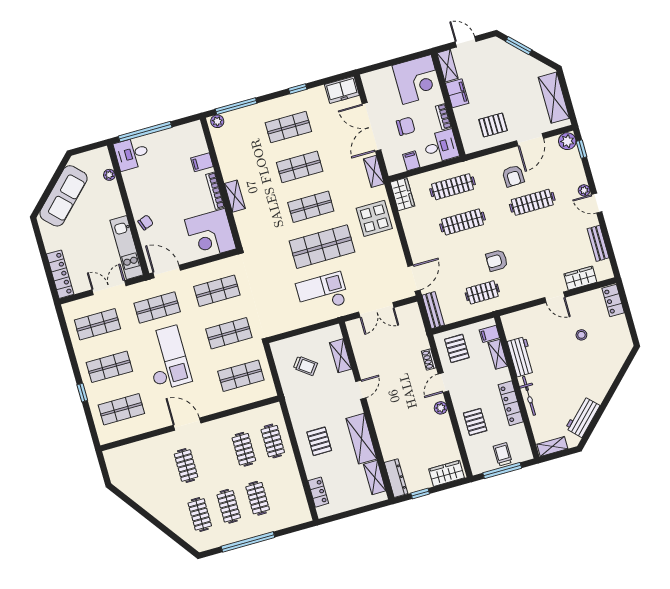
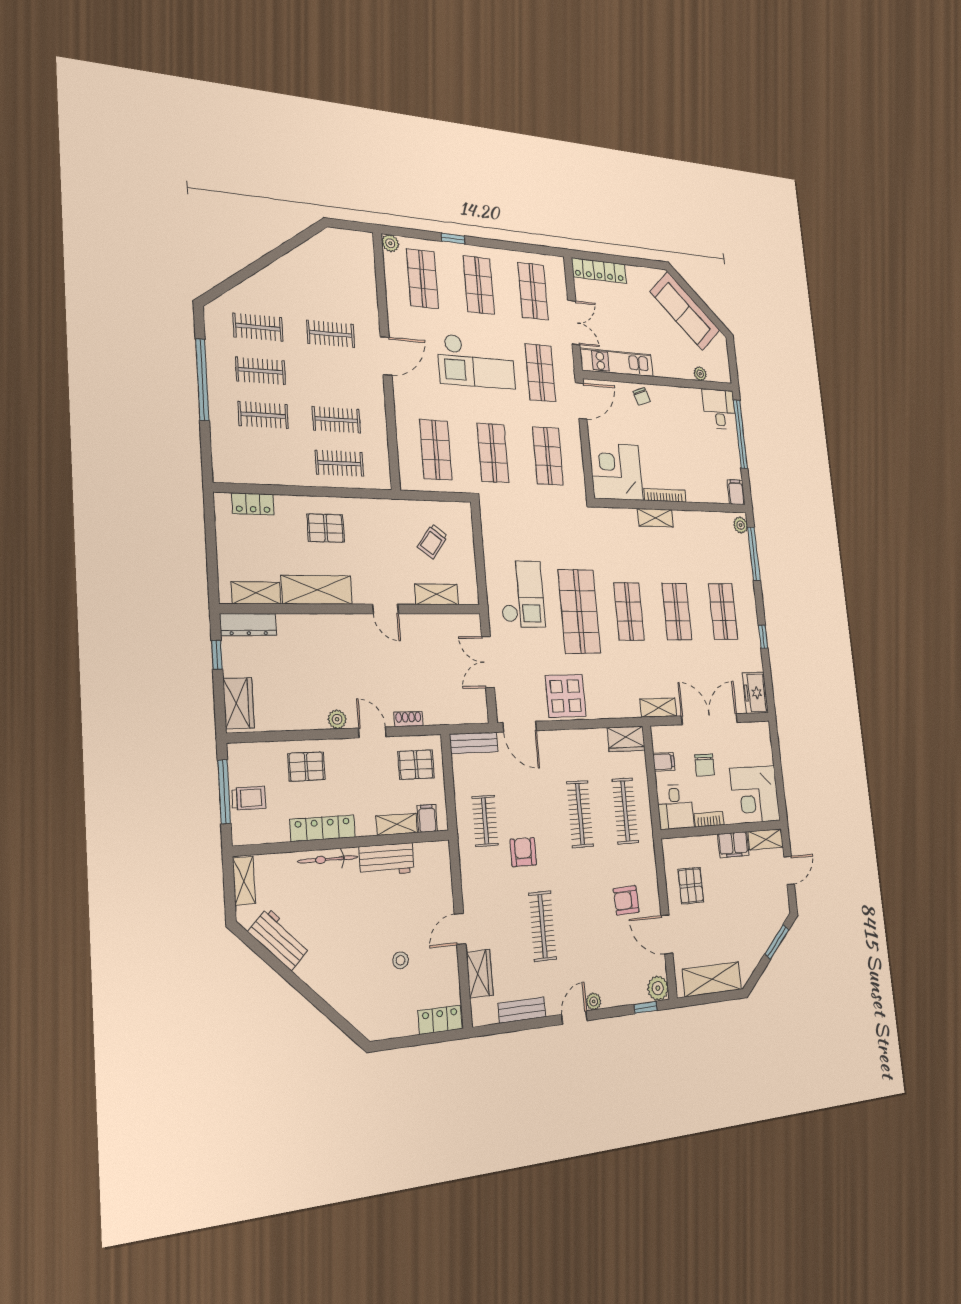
filing cabinet: (202, 162) -> (736, 492), moved
clothes rail: (532, 202) -> (543, 926), moved
display table: (374, 218) -> (566, 696), moved
plant: (105, 437) -> (390, 243), added

